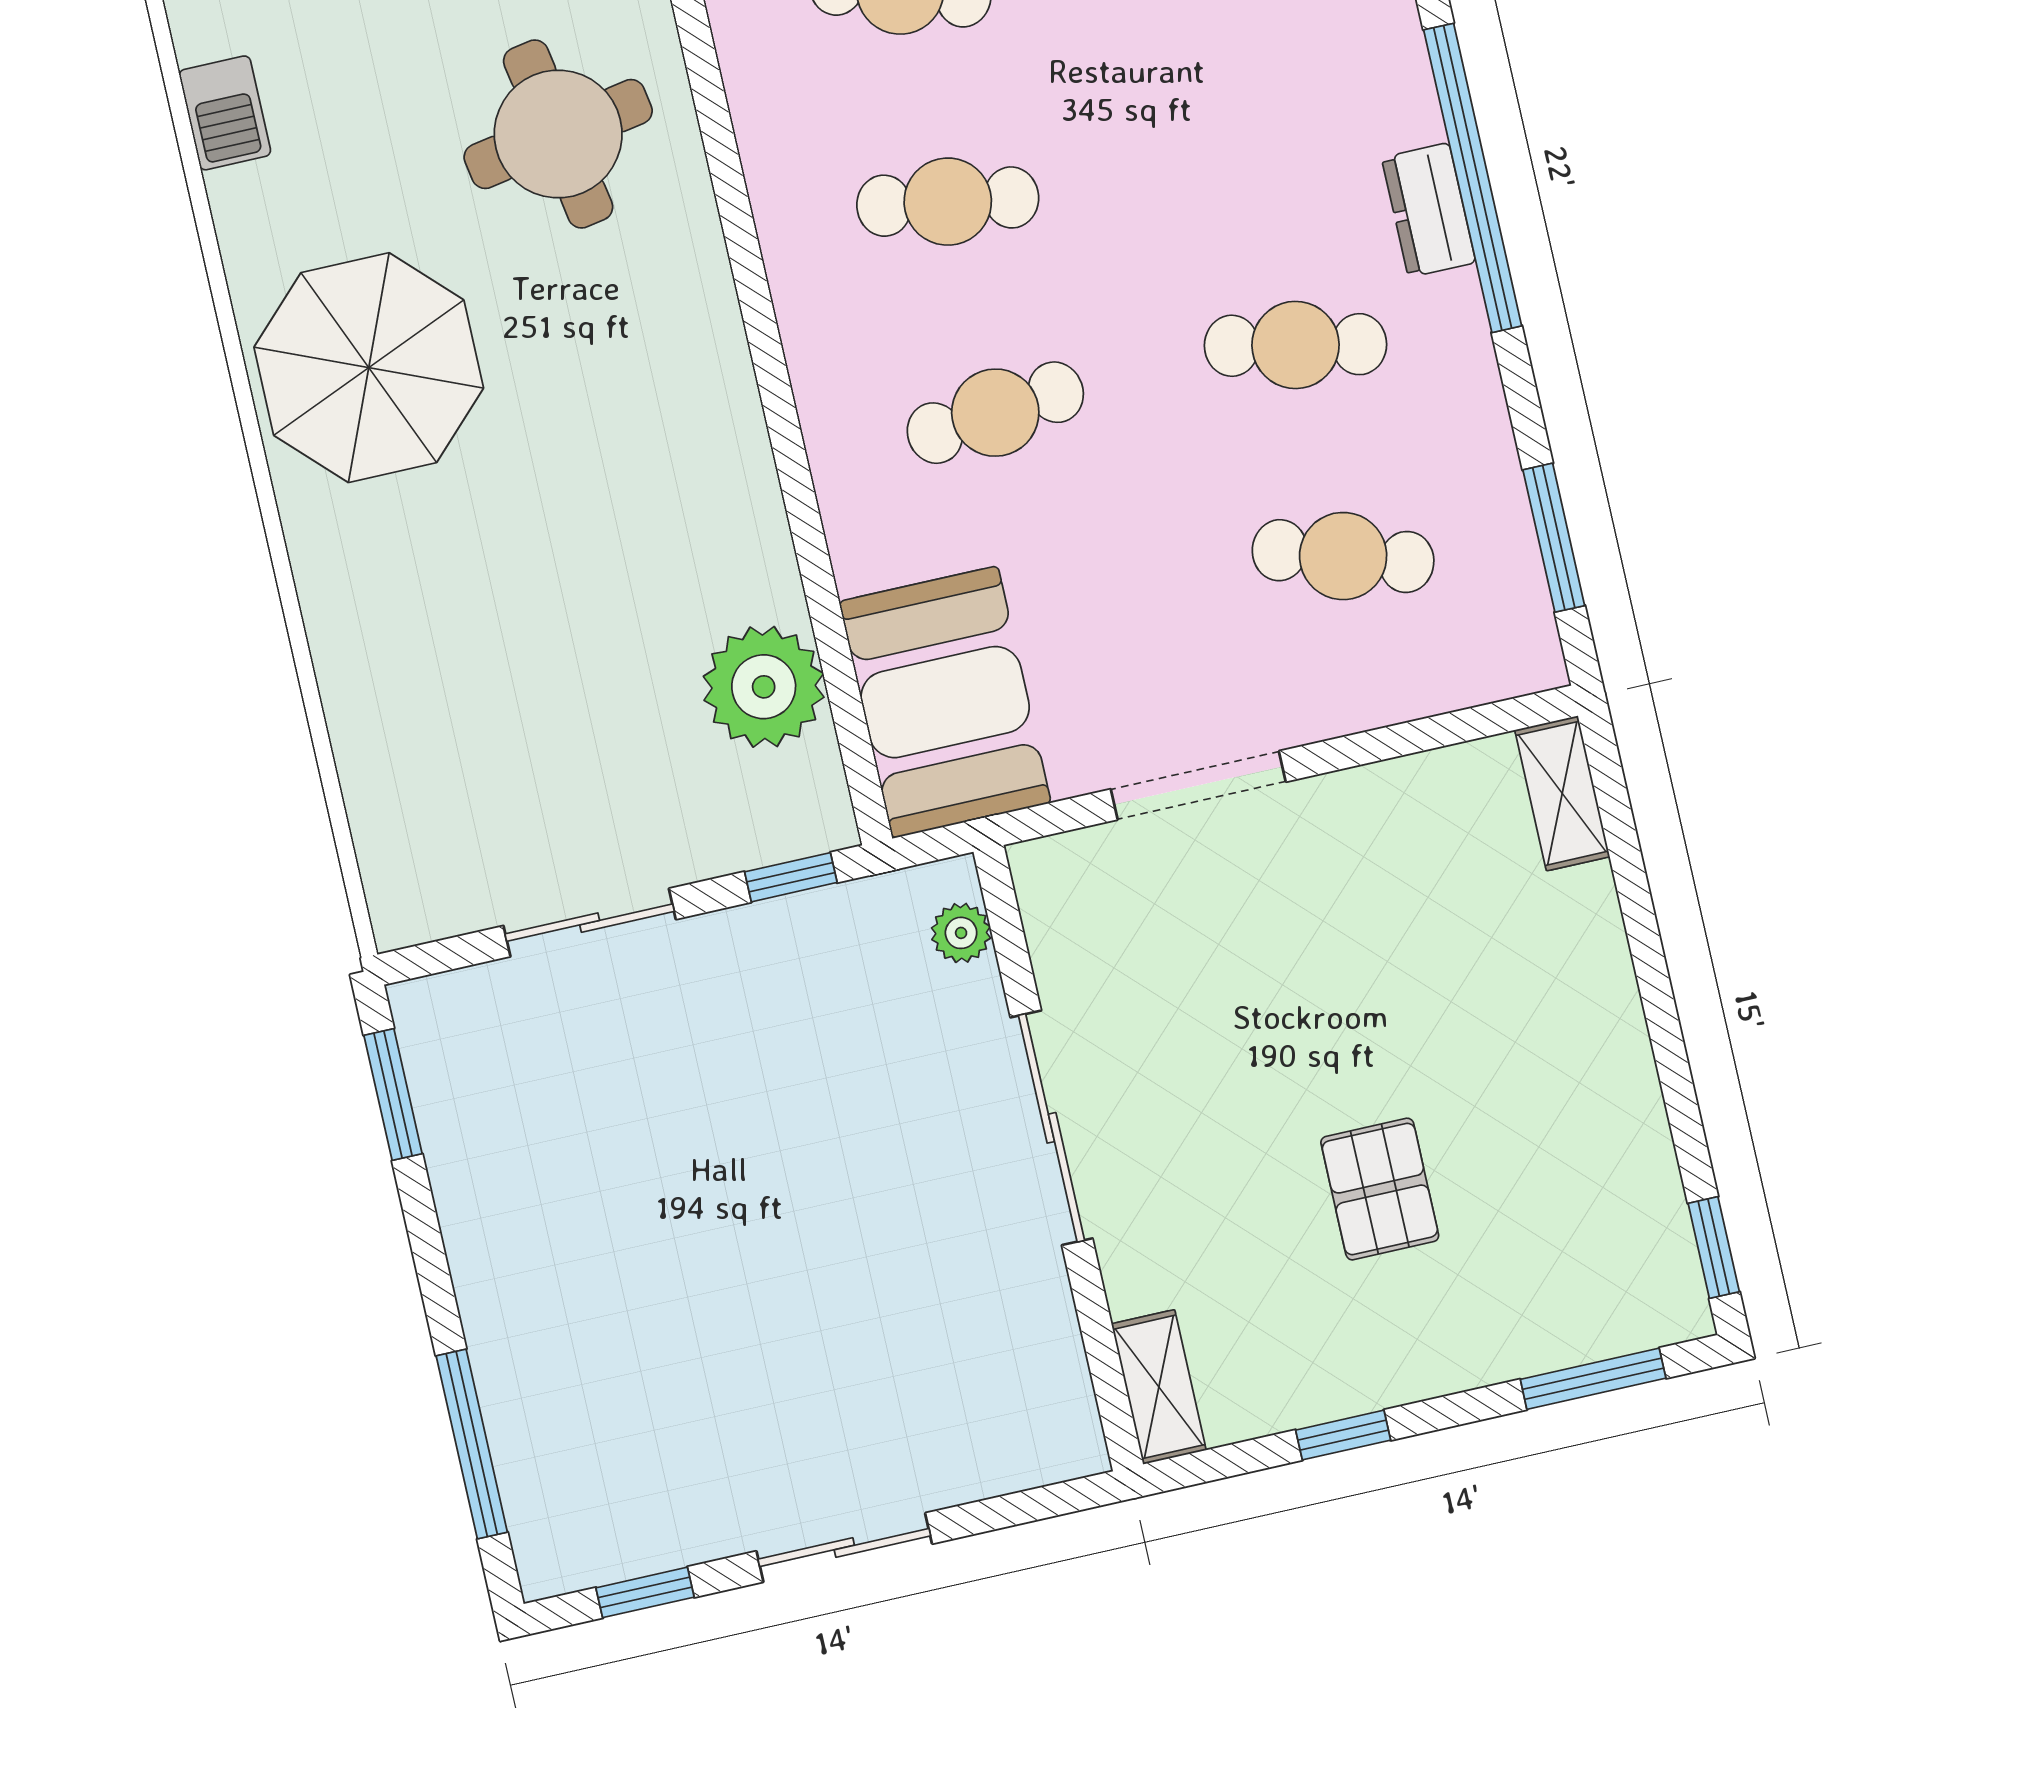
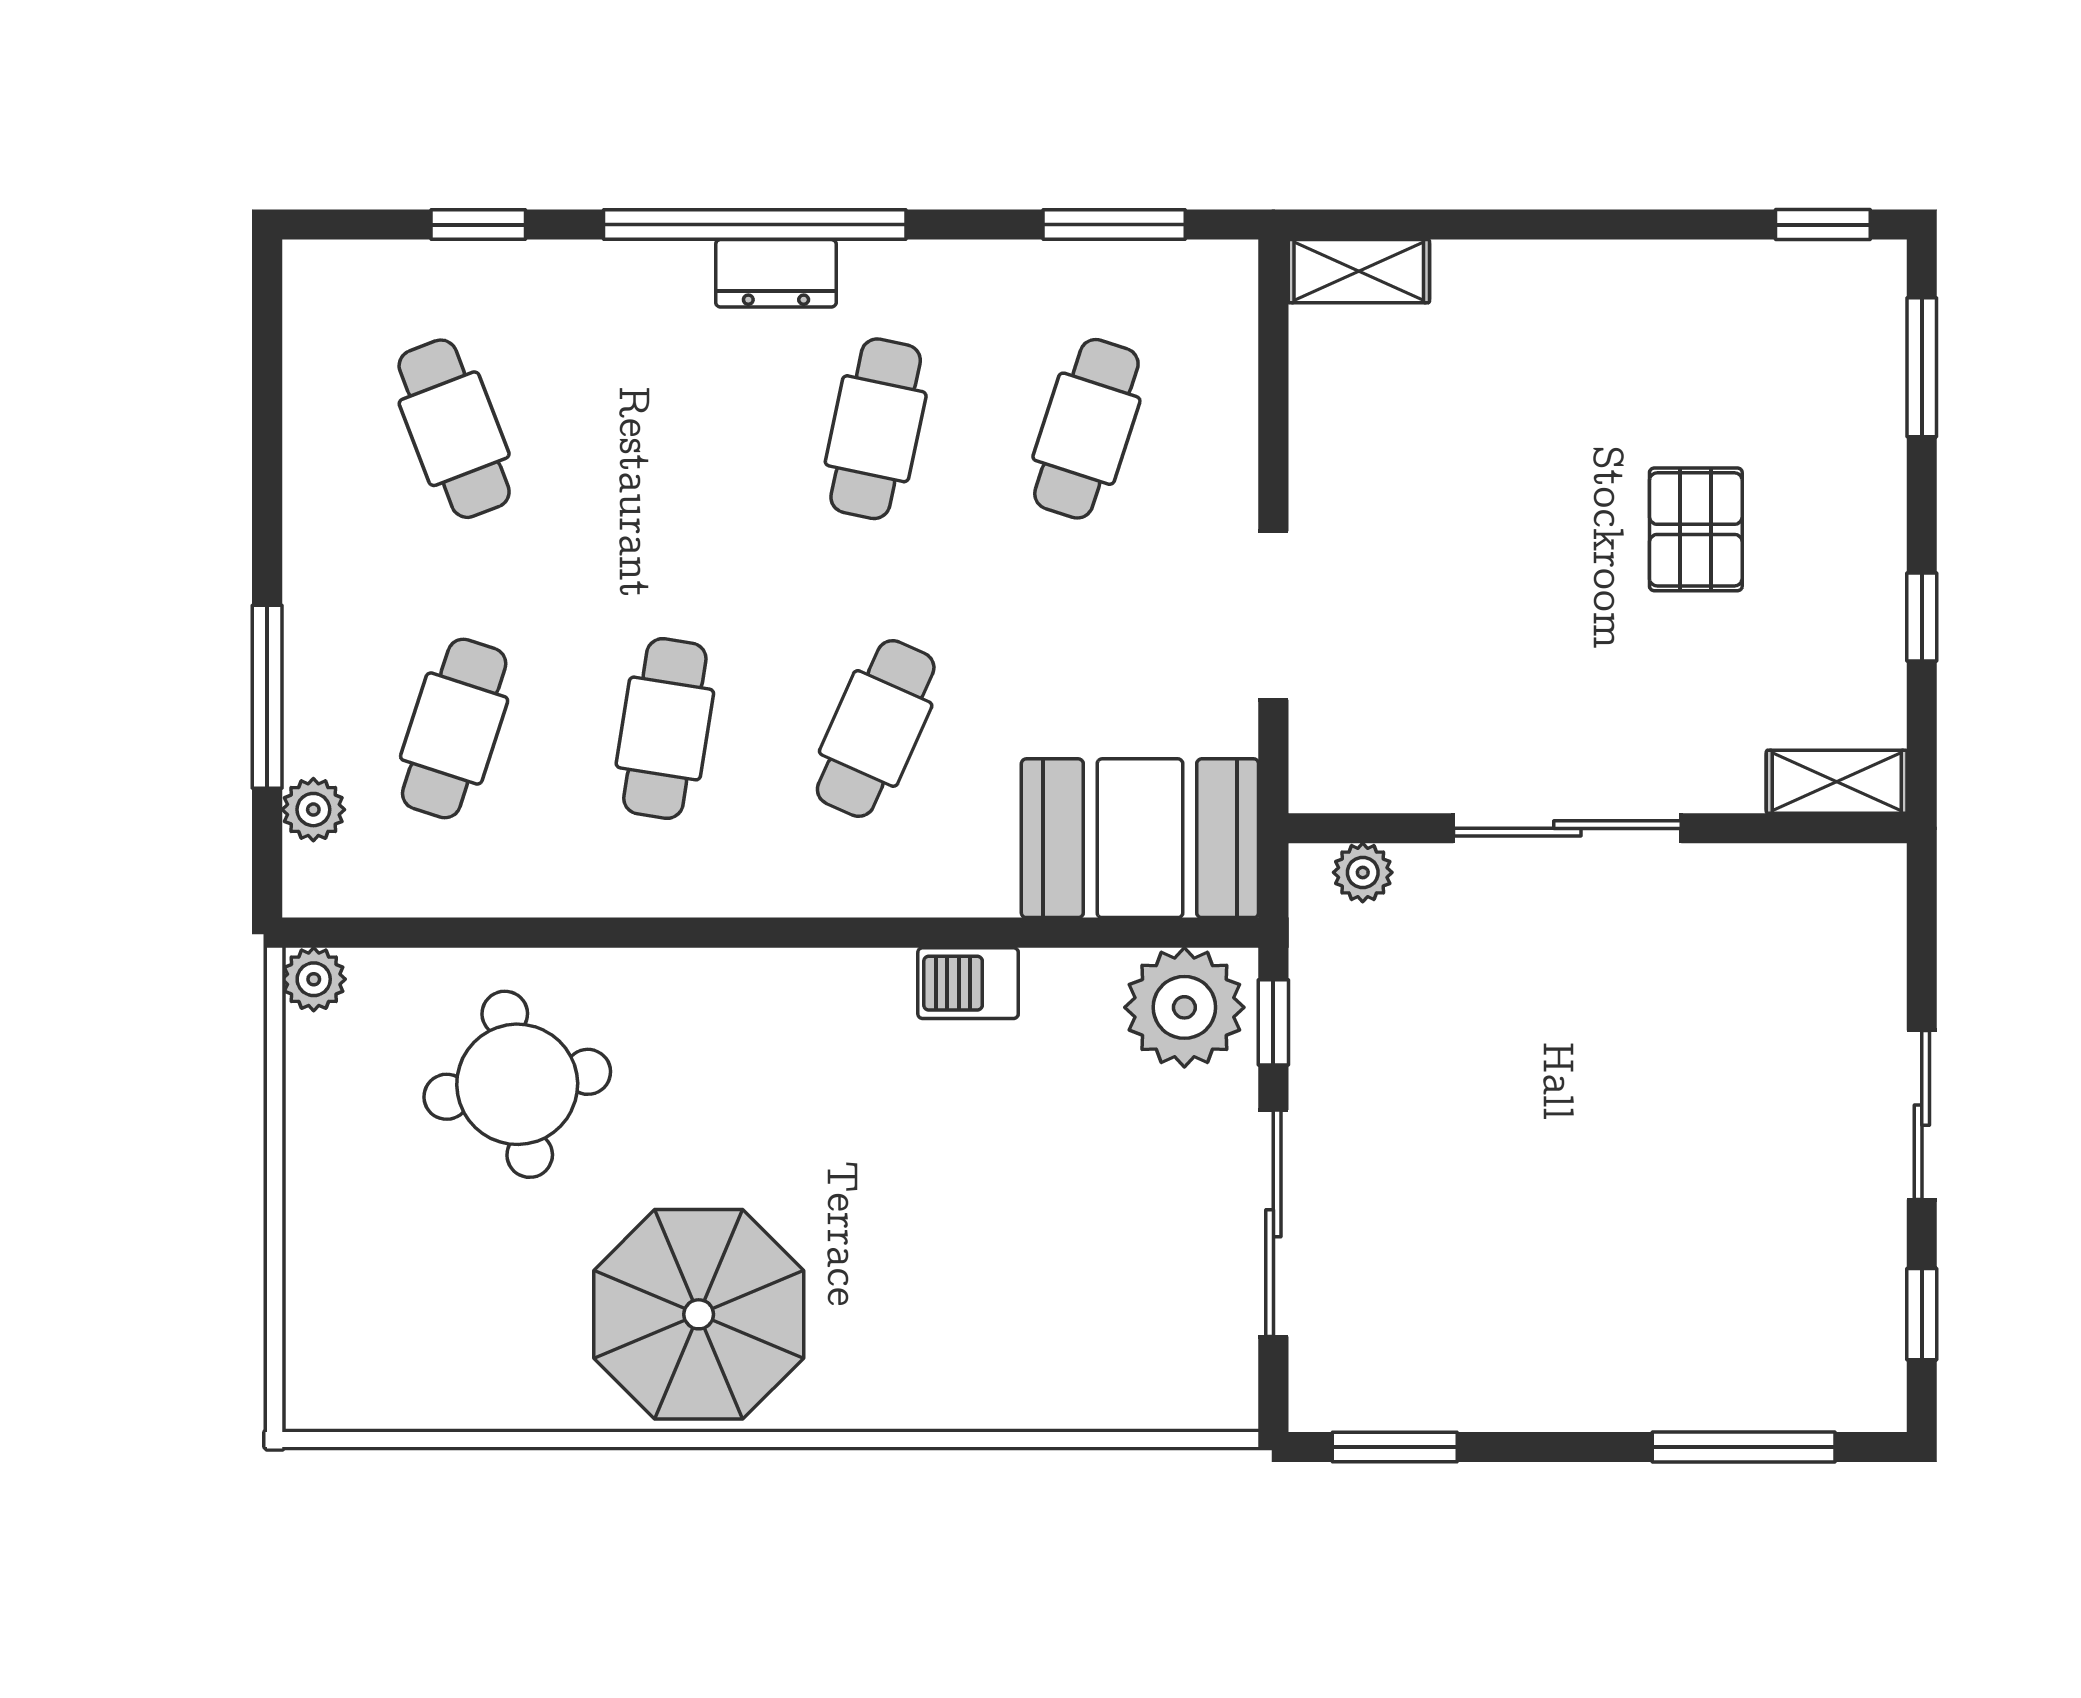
barbecue: (225, 113) -> (968, 983), moved, turned 180
cafe table: (995, 413) -> (876, 728), turned 30
plant: (764, 687) -> (1184, 1007), moved
sliding door: (590, 923) -> (1273, 1223), width x1.37
pallet: (1380, 1189) -> (1696, 529), turned 90

